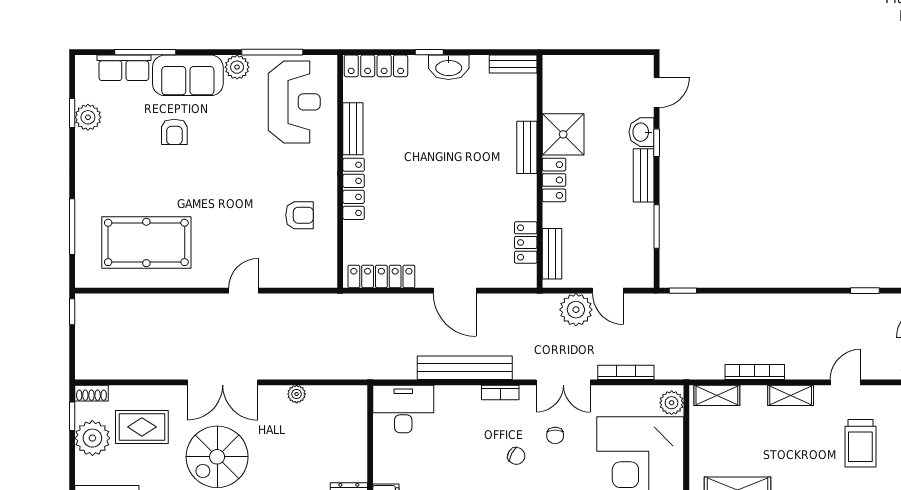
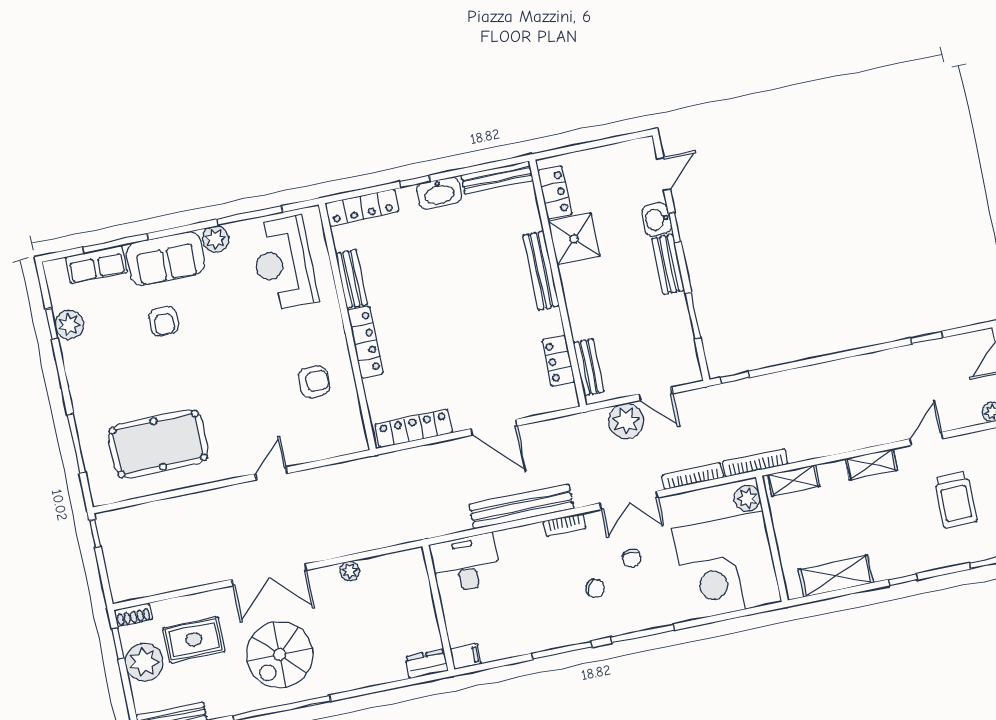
bench: (513, 64) -> (497, 177), width x1.36
reception desk: (294, 102) -> (283, 263), turned 180
bench: (527, 147) -> (541, 270), width x1.36
locker: (554, 180) -> (555, 193), moved
bookcase: (755, 372) -> (755, 463), moved

